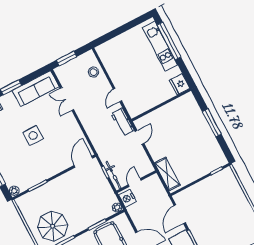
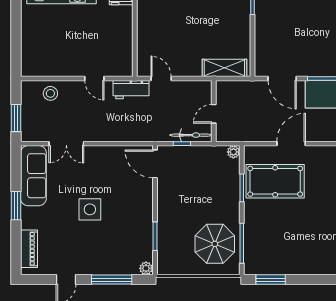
door: (135, 182) -> (214, 114), hinge flipped
nightstand: (128, 198) -> (229, 133), removed

